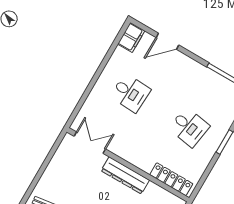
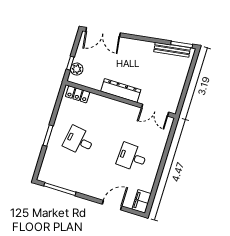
locker: (171, 179) -> (78, 94), width x0.66

